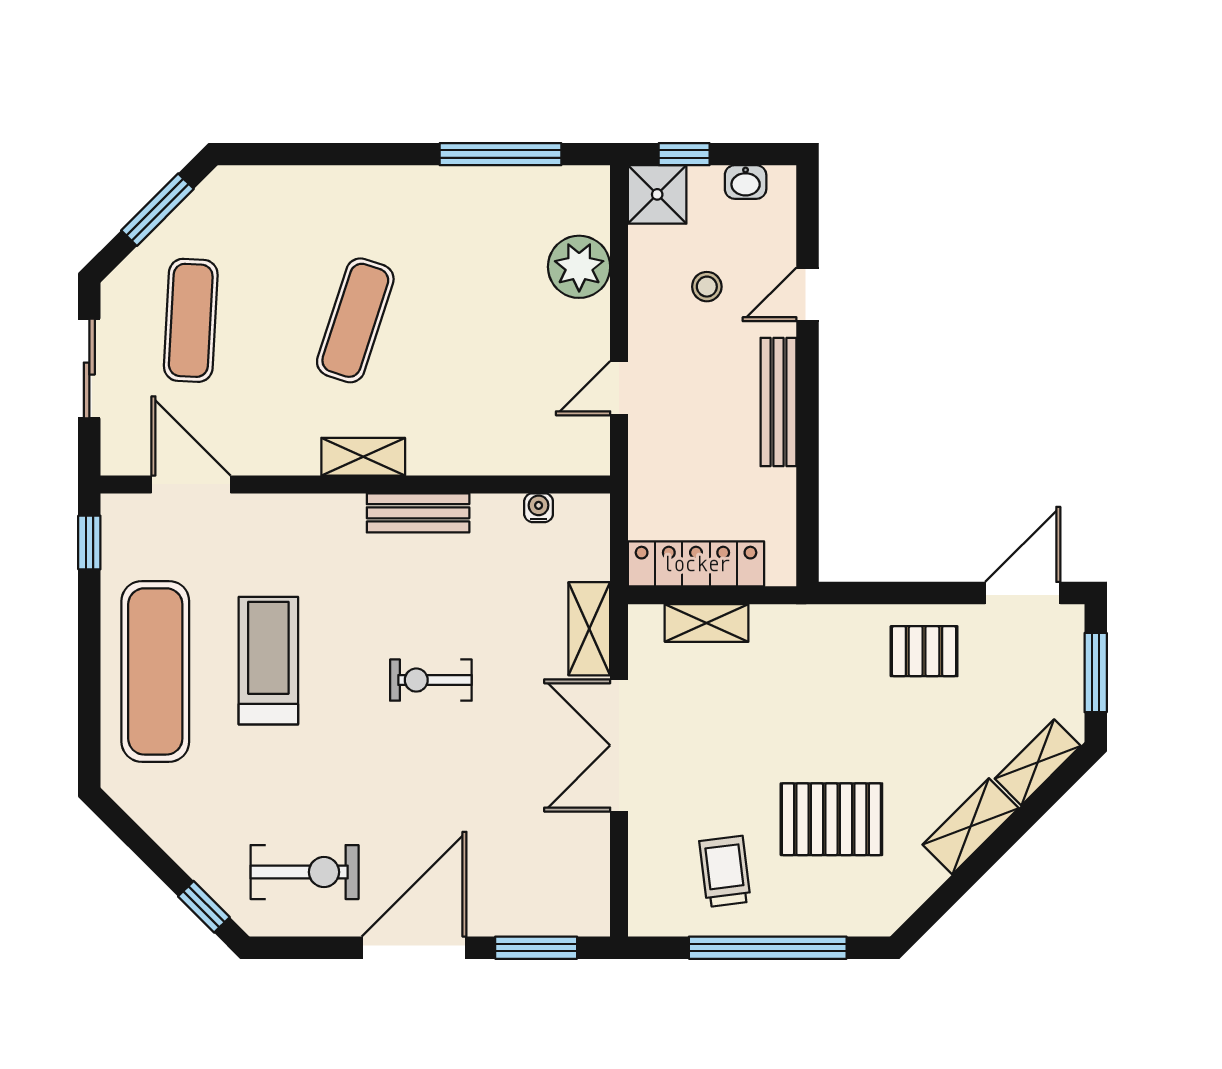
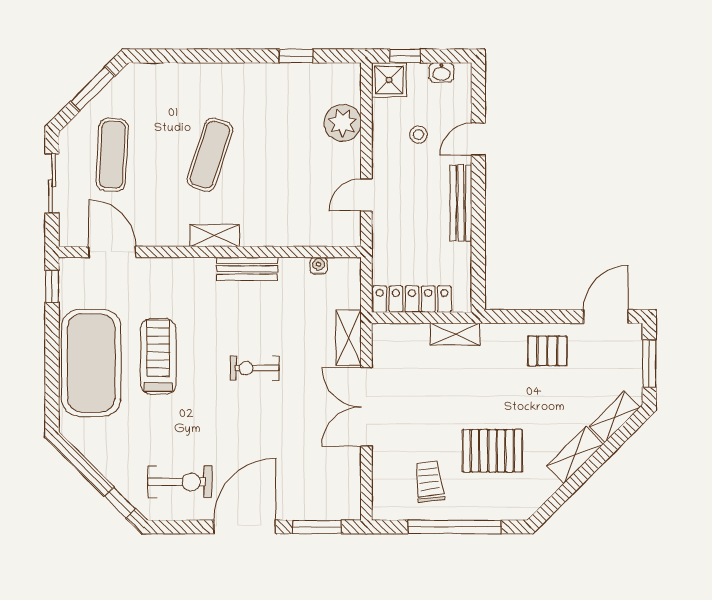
window: (500, 154) -> (296, 56), width x0.46
shelving: (707, 623) -> (455, 334), moved
exercise mat: (155, 671) -> (91, 363), width x1.47

